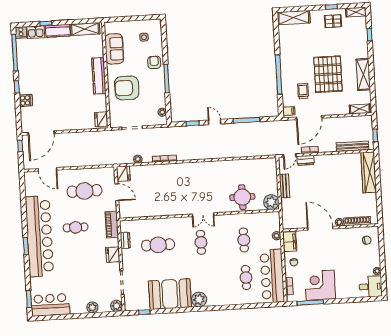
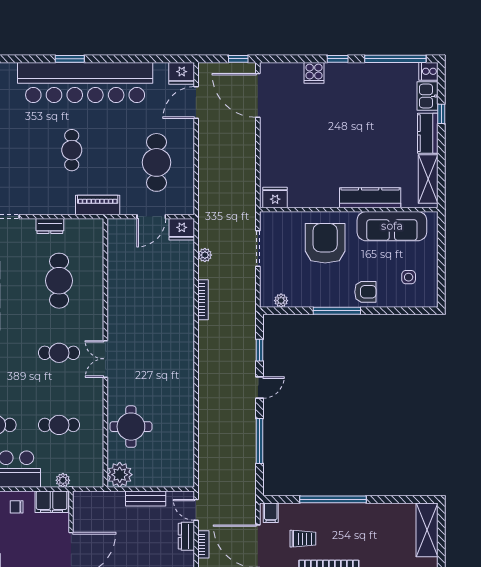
sofa: (114, 49) -> (392, 226), width x1.36
kitchen counter: (99, 76) -> (370, 198), moved
cafe table: (76, 227) -> (72, 150), moved
dresser: (125, 240) -> (50, 226), moved
fridge: (113, 255) -> (182, 73), moved, turned 180

